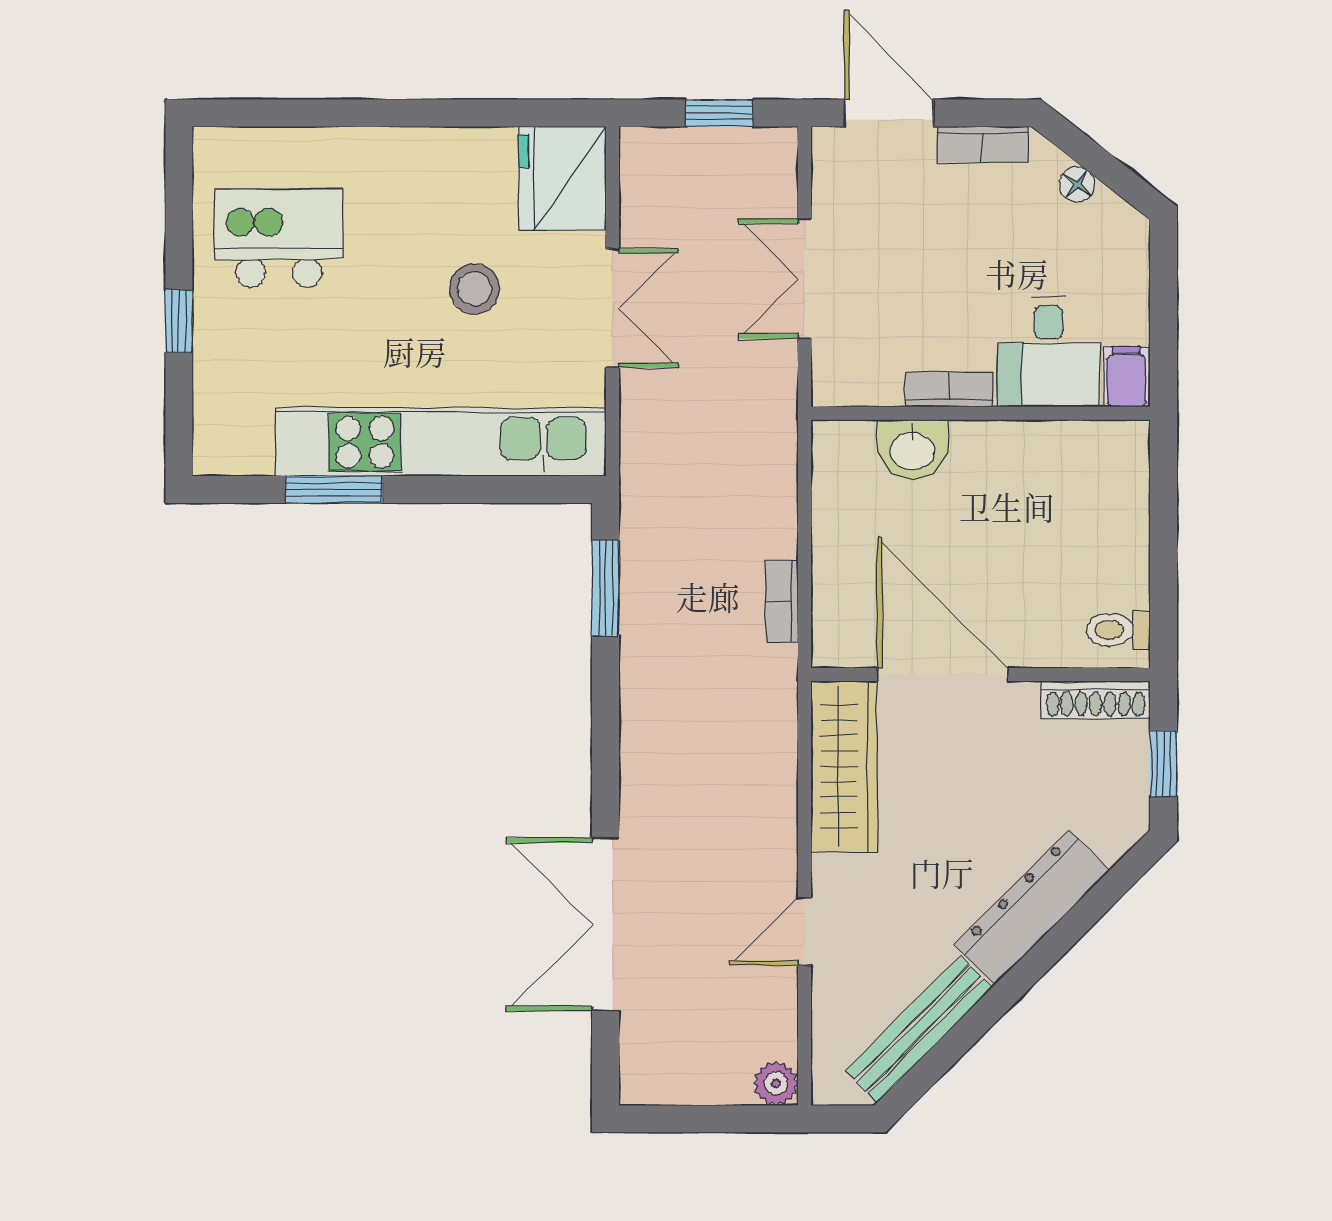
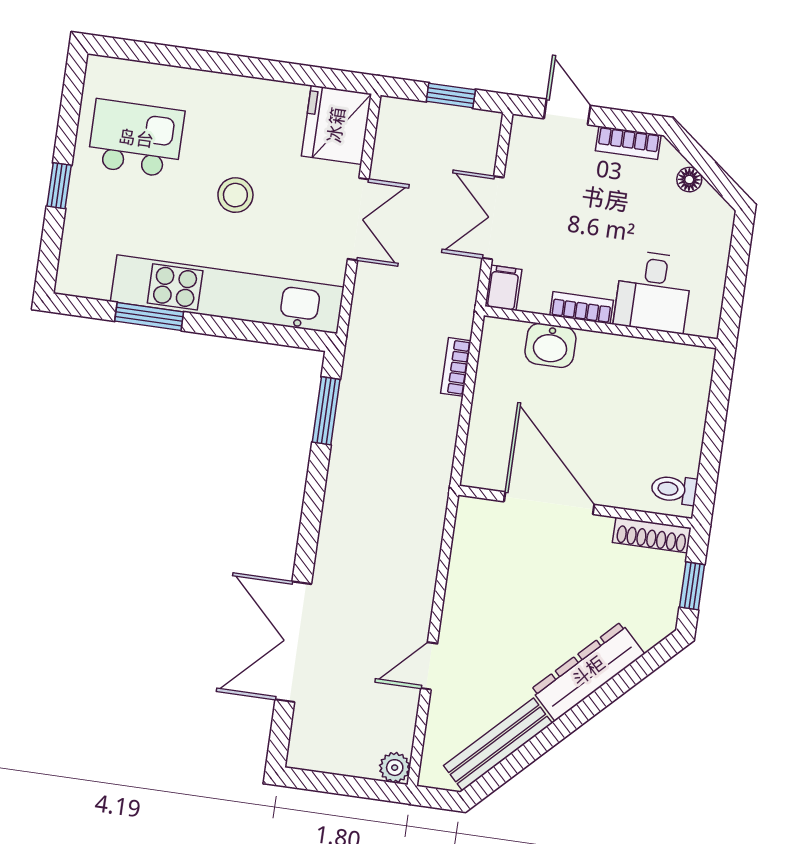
door: (889, 113) -> (567, 112), width x0.73
stool: (475, 289) -> (235, 195), moved
filing cabinet: (1126, 377) -> (503, 288), moved
bookcase: (782, 601) -> (456, 367), moved
wardrobe: (844, 766) -> (472, 557), removed

